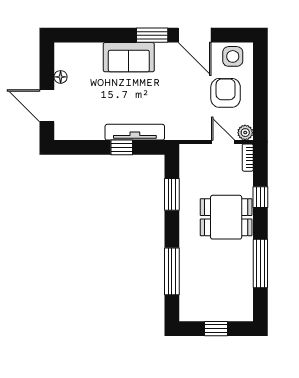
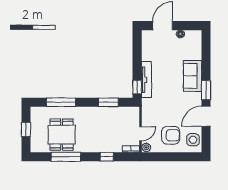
window: (122, 147) -> (137, 87), moved
dining table: (226, 217) -> (62, 135), moved

